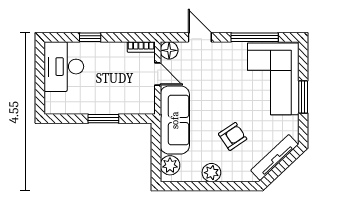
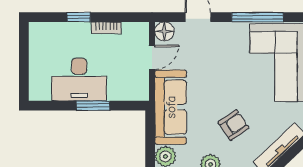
bookcase: (141, 47) -> (106, 28), moved
desk: (64, 67) -> (79, 80), moved, turned -90
door: (158, 74) -> (152, 57), hinge flipped

